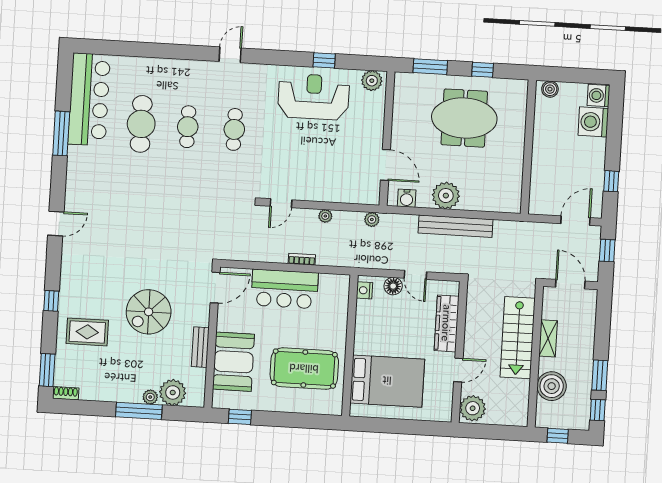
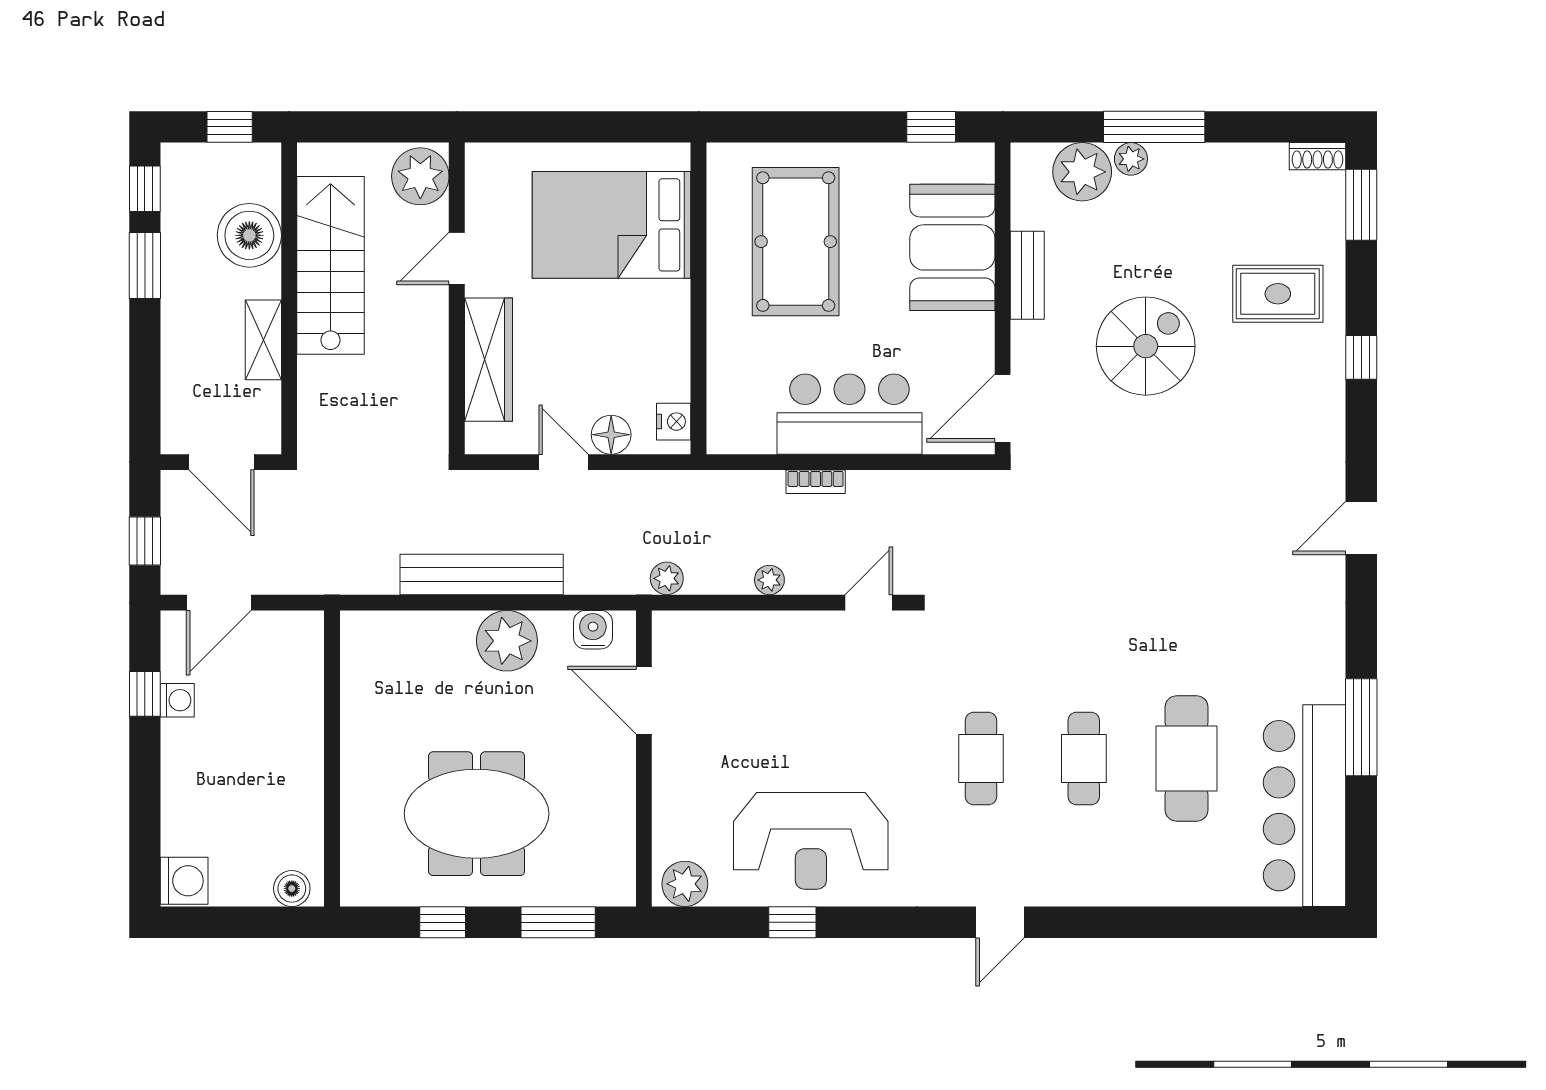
washing machine: (593, 122) -> (177, 700), moved, width x0.53, depth x0.53
stairs: (518, 338) -> (330, 265), moved
pool table: (304, 369) -> (796, 242), turned 90

